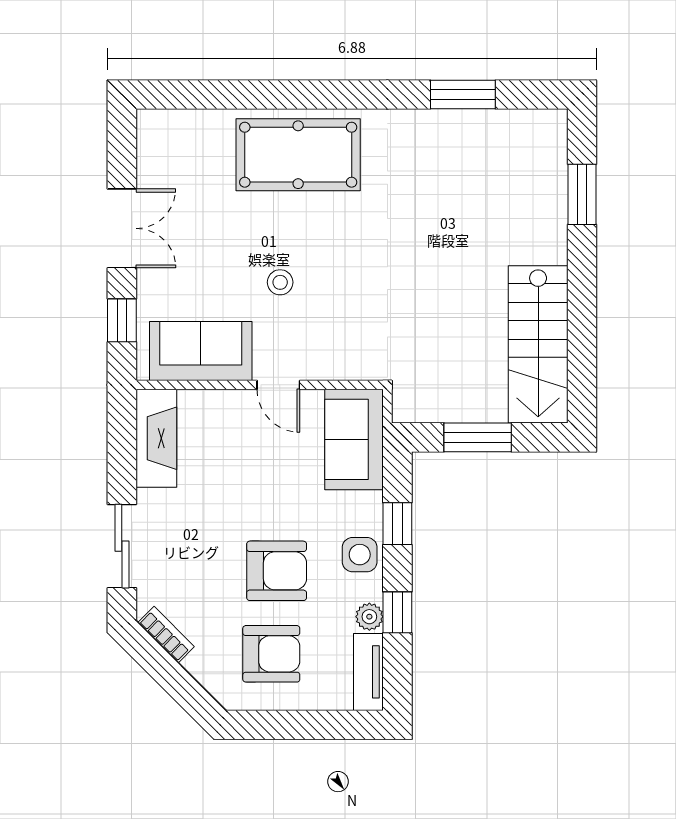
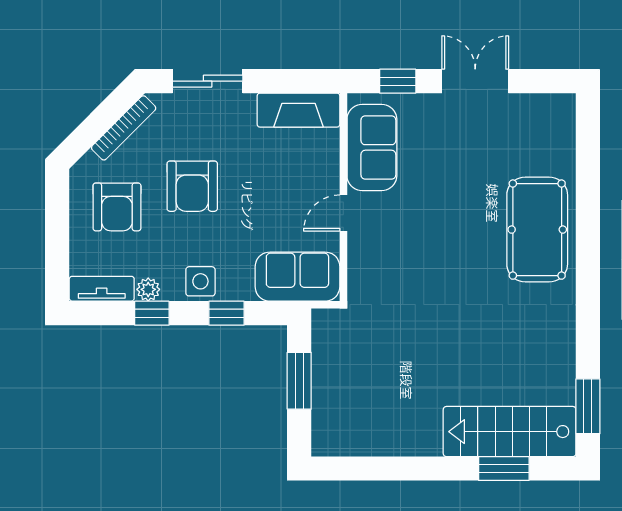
window: (463, 94) -> (588, 406), moved
double door: (122, 228) -> (475, 81), swing flipped
stool: (280, 282) -> (430, 214), removed
stairs: (538, 344) -> (510, 432), moved
armchair: (277, 571) -> (192, 186), moved
bookcase: (166, 635) -> (124, 128), width x1.56

